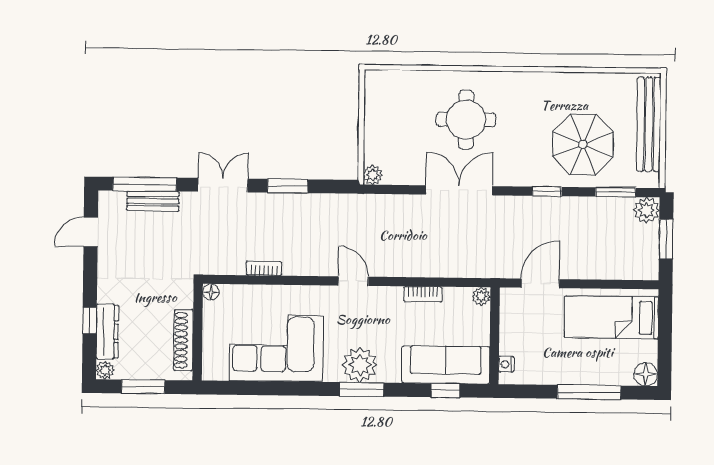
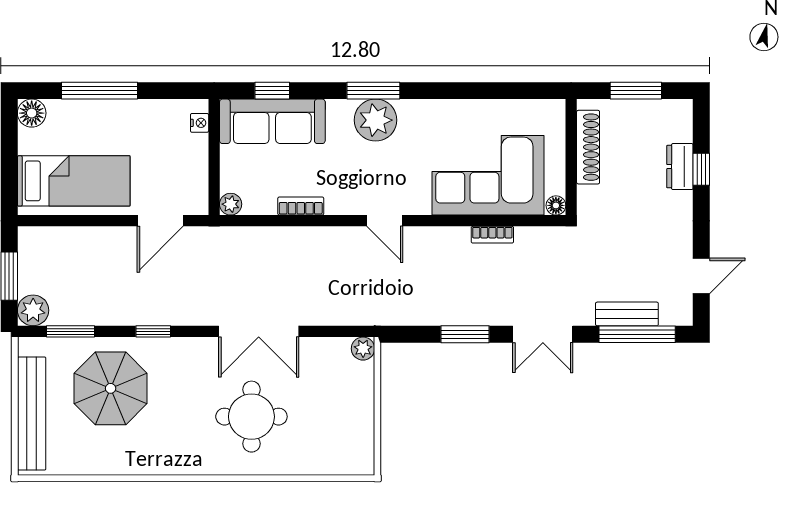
dresser: (107, 332) -> (680, 167), width x0.70
corner sofa: (276, 348) -> (488, 175), moved, turned 180
plant: (105, 370) -> (682, 110), removed

